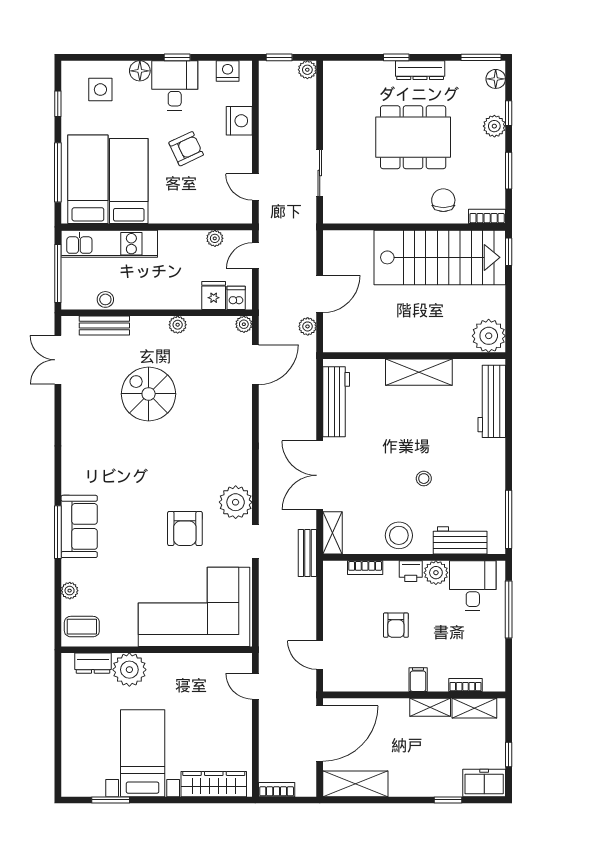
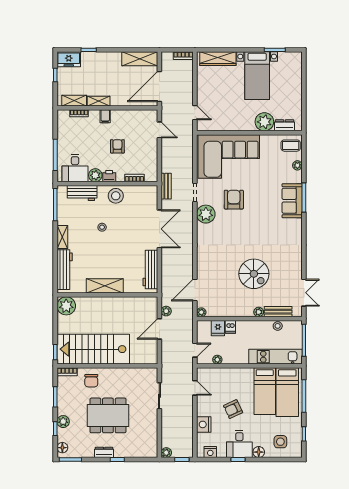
dresser: (420, 70) -> (104, 452), width x0.70
dishwasher: (236, 298) -> (230, 327), moved
plant: (178, 325) -> (259, 312), moved
shelving: (332, 533) -> (62, 237), moved

